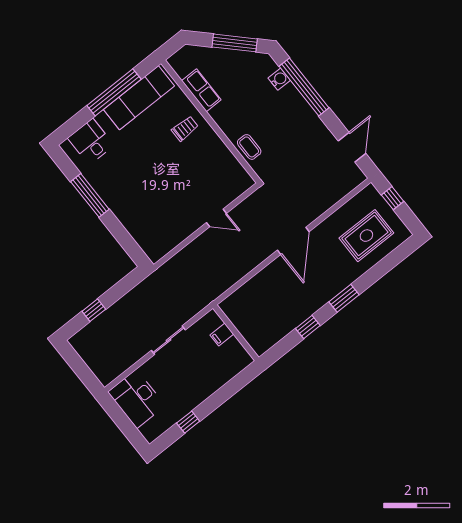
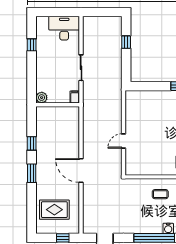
coffee table: (249, 147) -> (160, 194), moved
rug: (366, 236) -> (54, 210), turned 90
filing cabinet: (222, 335) -> (75, 97), moved
plant: (243, 359) -> (42, 98), added

